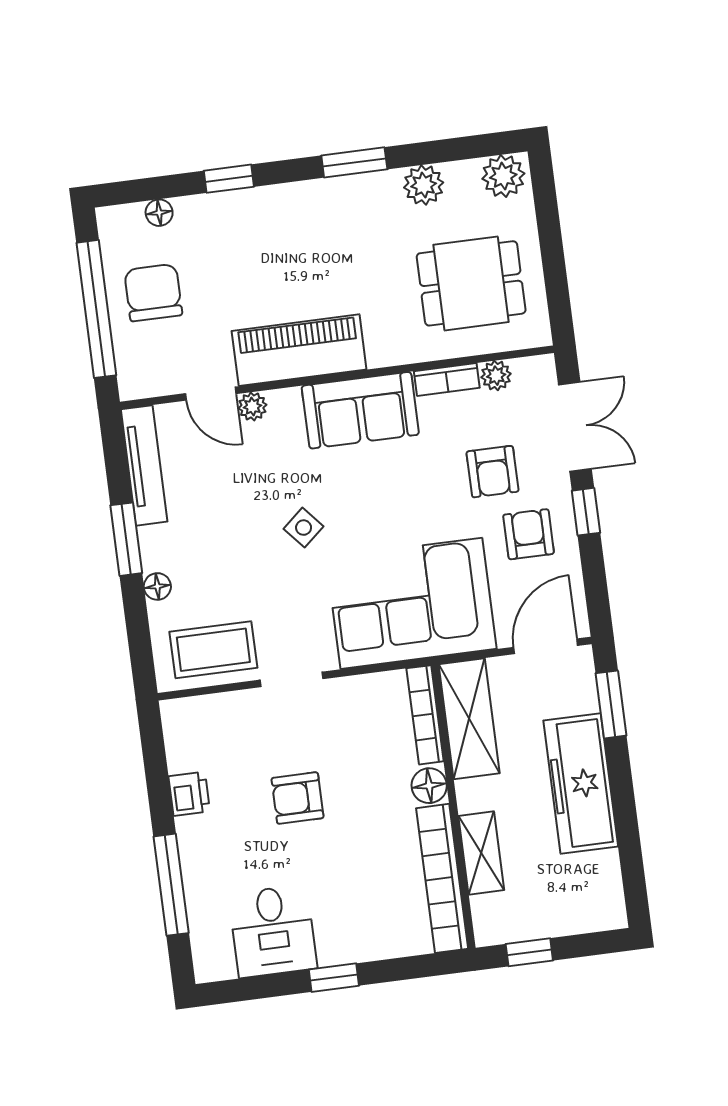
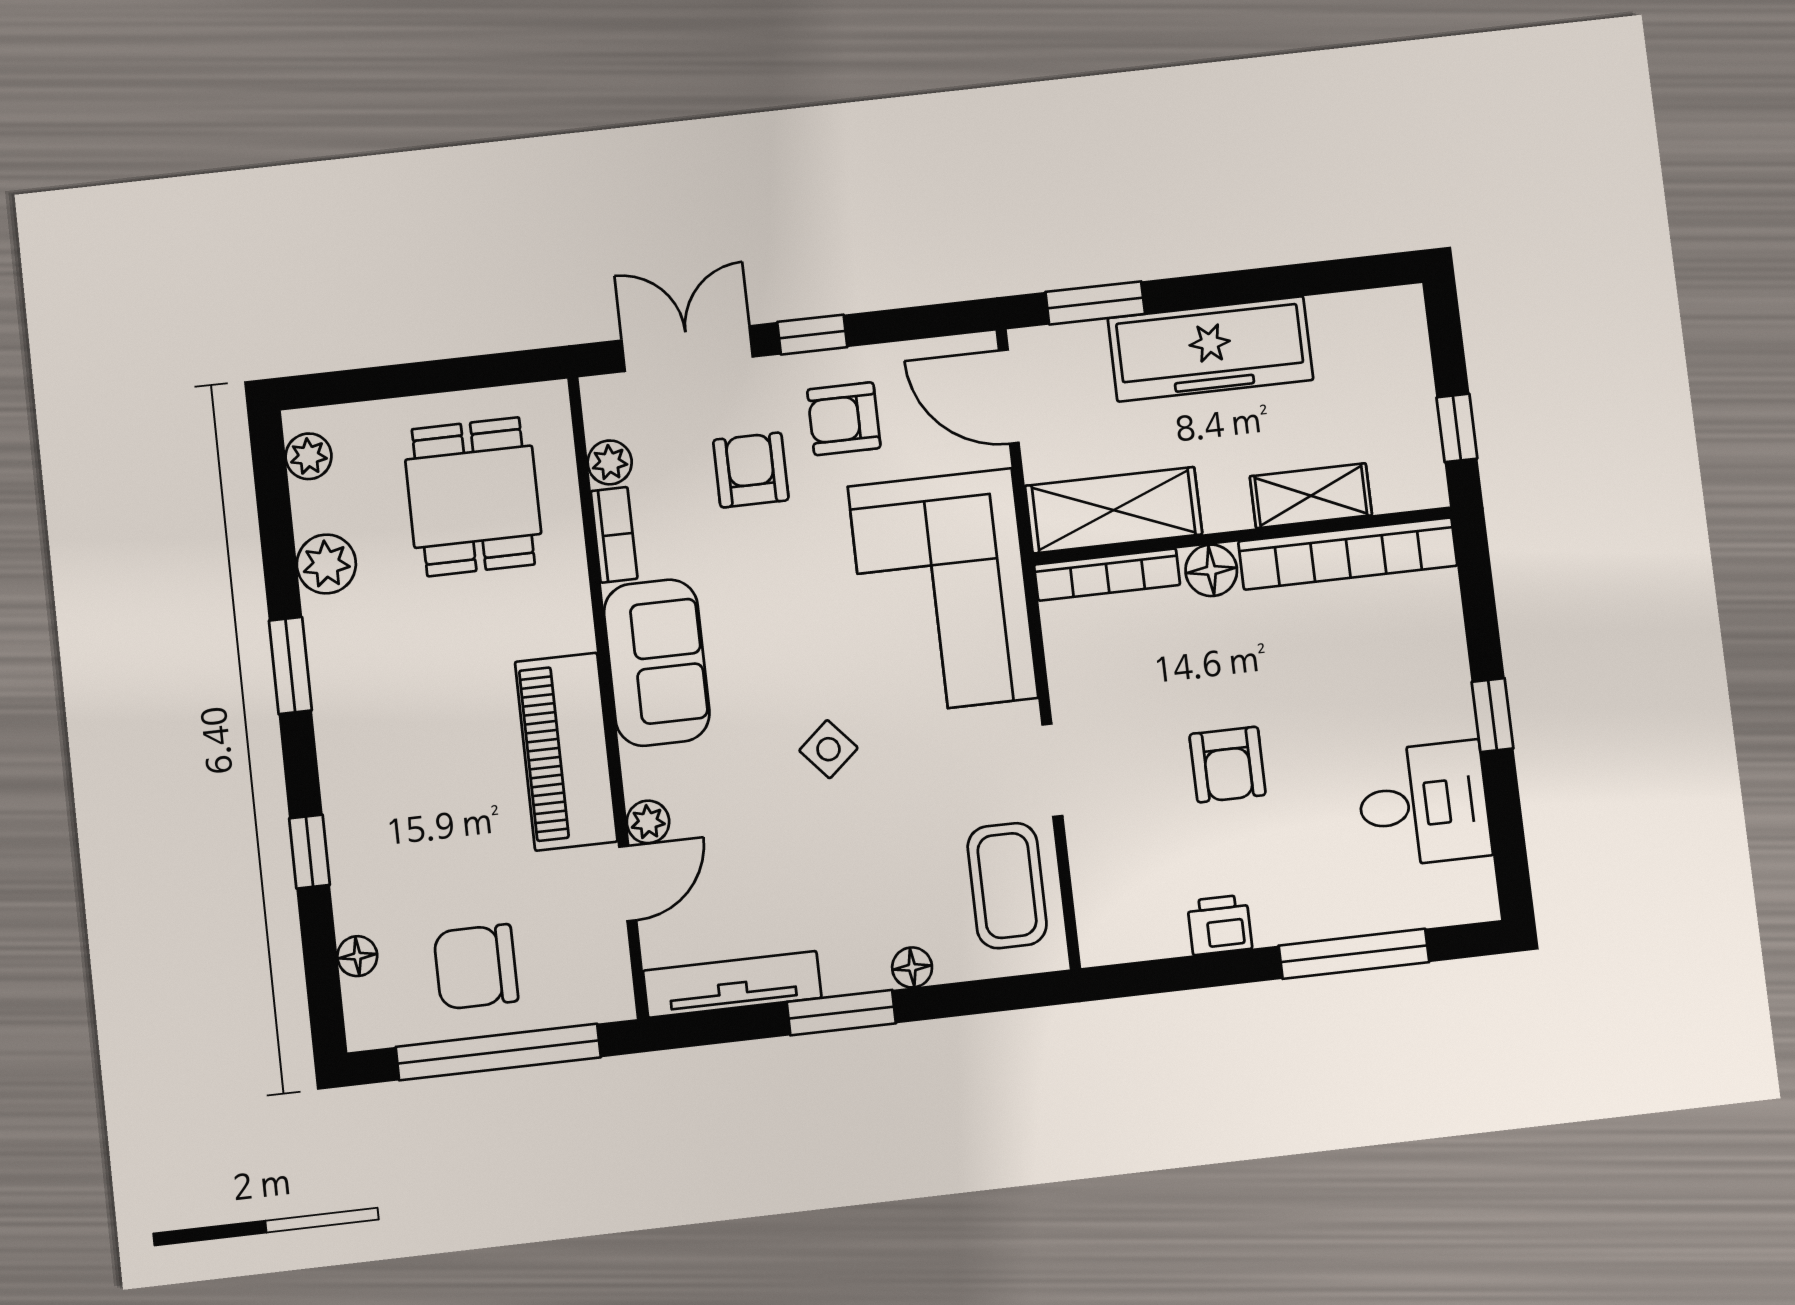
plant: (503, 176) -> (309, 456), width x0.73, depth x0.73
armchair: (492, 472) -> (751, 470), turned -90

